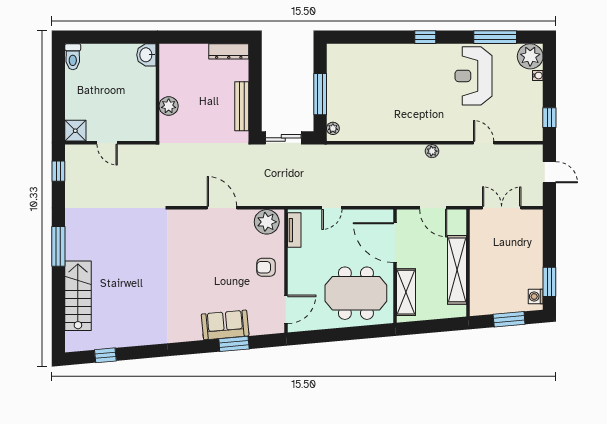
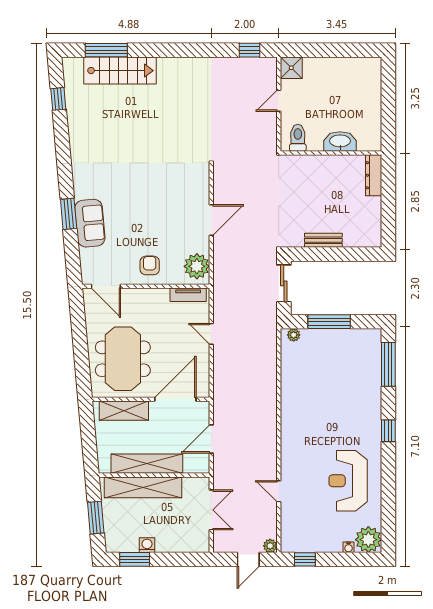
window: (495, 37) -> (388, 364), moved
dresser: (229, 51) -> (374, 175), moved
washbasin: (146, 55) -> (340, 141), moved, width x1.38
toilet: (73, 57) -> (298, 138), moved, turned 90
reception desk: (474, 76) -> (348, 481), turned -90
plant: (169, 106) -> (317, 165), removed
bench: (242, 106) -> (323, 240), width x0.73
door: (484, 143) -> (279, 491), swing flipped
plant: (432, 151) -> (270, 546), moved
window: (58, 246) -> (106, 50), moved
shelving: (480, 274) -> (143, 487), added
washing machine: (536, 297) -> (147, 545), moved
window: (234, 344) -> (69, 214), moved

